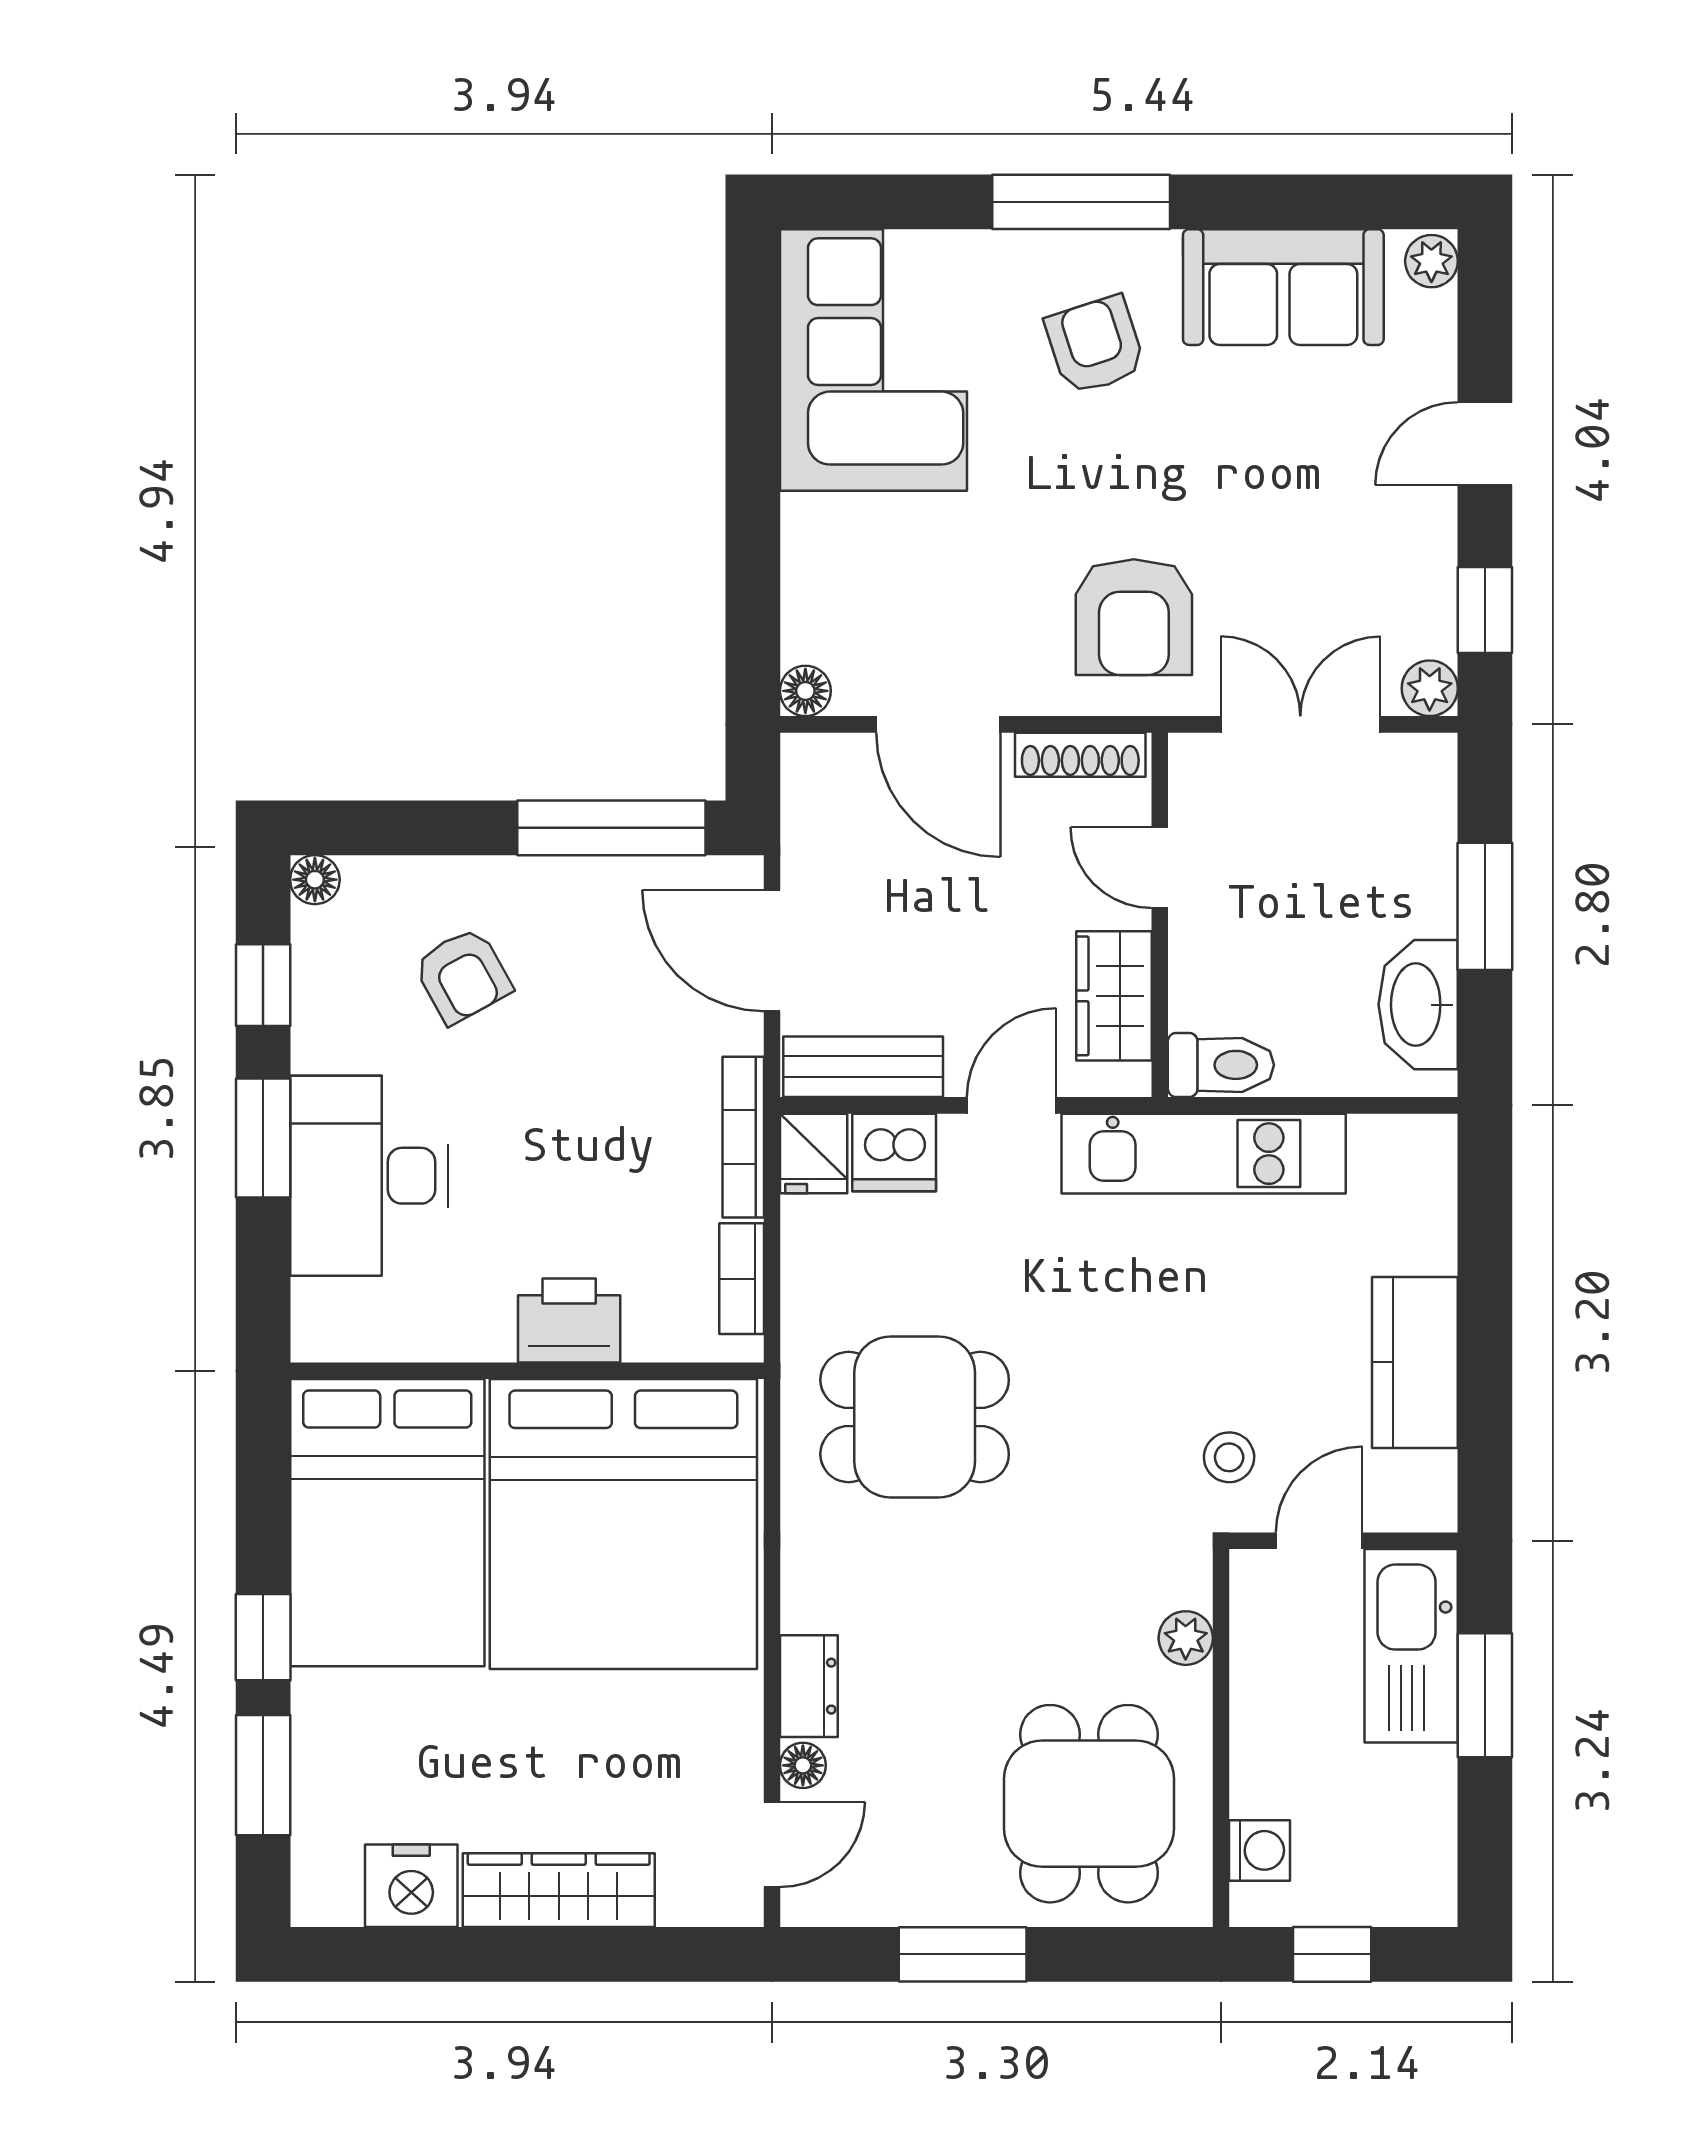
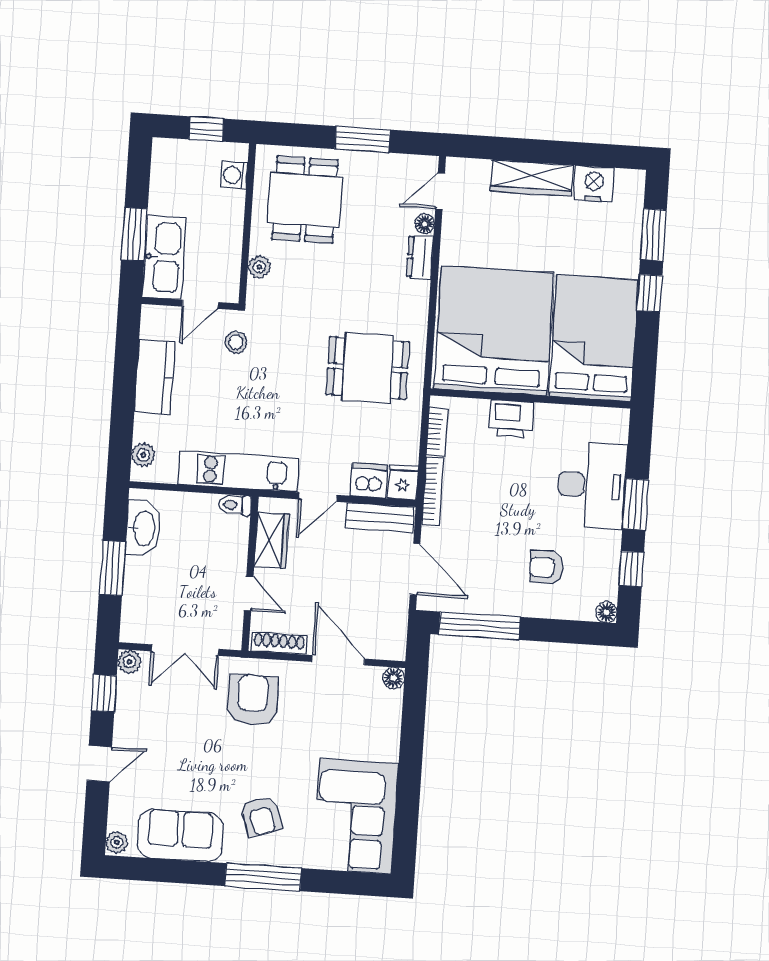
armchair: (463, 976) -> (547, 567), turned -61
toilet: (1221, 1065) -> (235, 505), width x0.73, depth x0.72
plant: (1429, 1177) -> (143, 455), added

